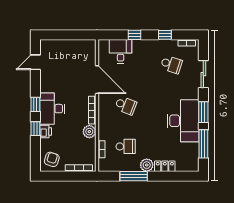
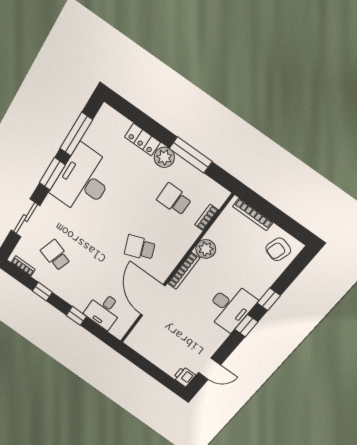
school desk: (126, 105) -> (140, 248), turned -42
printer: (46, 132) -> (184, 377), moved

